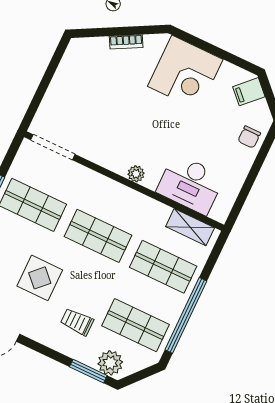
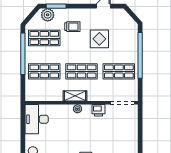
printer: (101, 154) -> (99, 110), added
desk: (190, 184) -> (37, 119), moved, turned -90
shelving: (190, 227) -> (75, 96), moved

